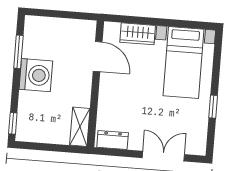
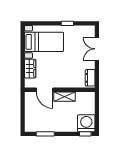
door: (98, 57) -> (45, 90), swing flipped
washing machine: (36, 75) -> (86, 123), moved
shelving: (80, 127) -> (65, 97), moved

